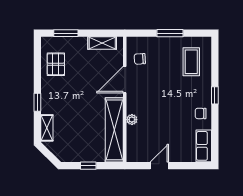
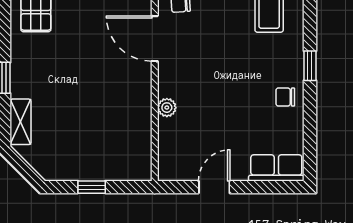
door: (125, 80) -> (155, 39), hinge flipped
shelving: (114, 130) -> (137, 125), removed
row of seats: (204, 146) -> (276, 168), moved, turned 90

